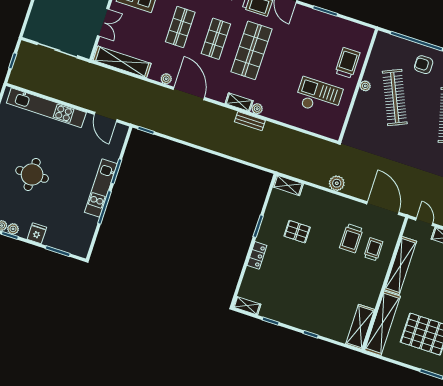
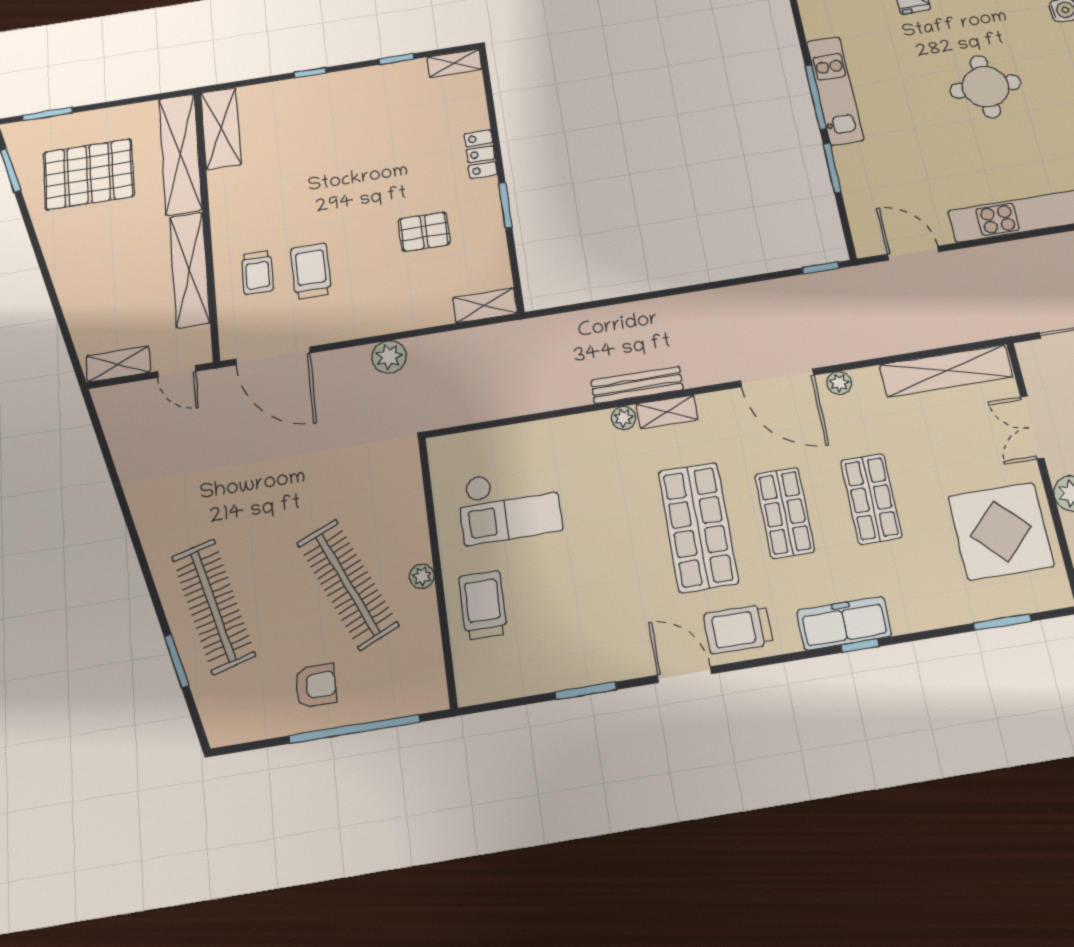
trolley: (347, 63) -> (483, 605), turned 180
bench: (250, 121) -> (637, 385), width x1.36
kitchen unit: (101, 188) -> (835, 91), moved

